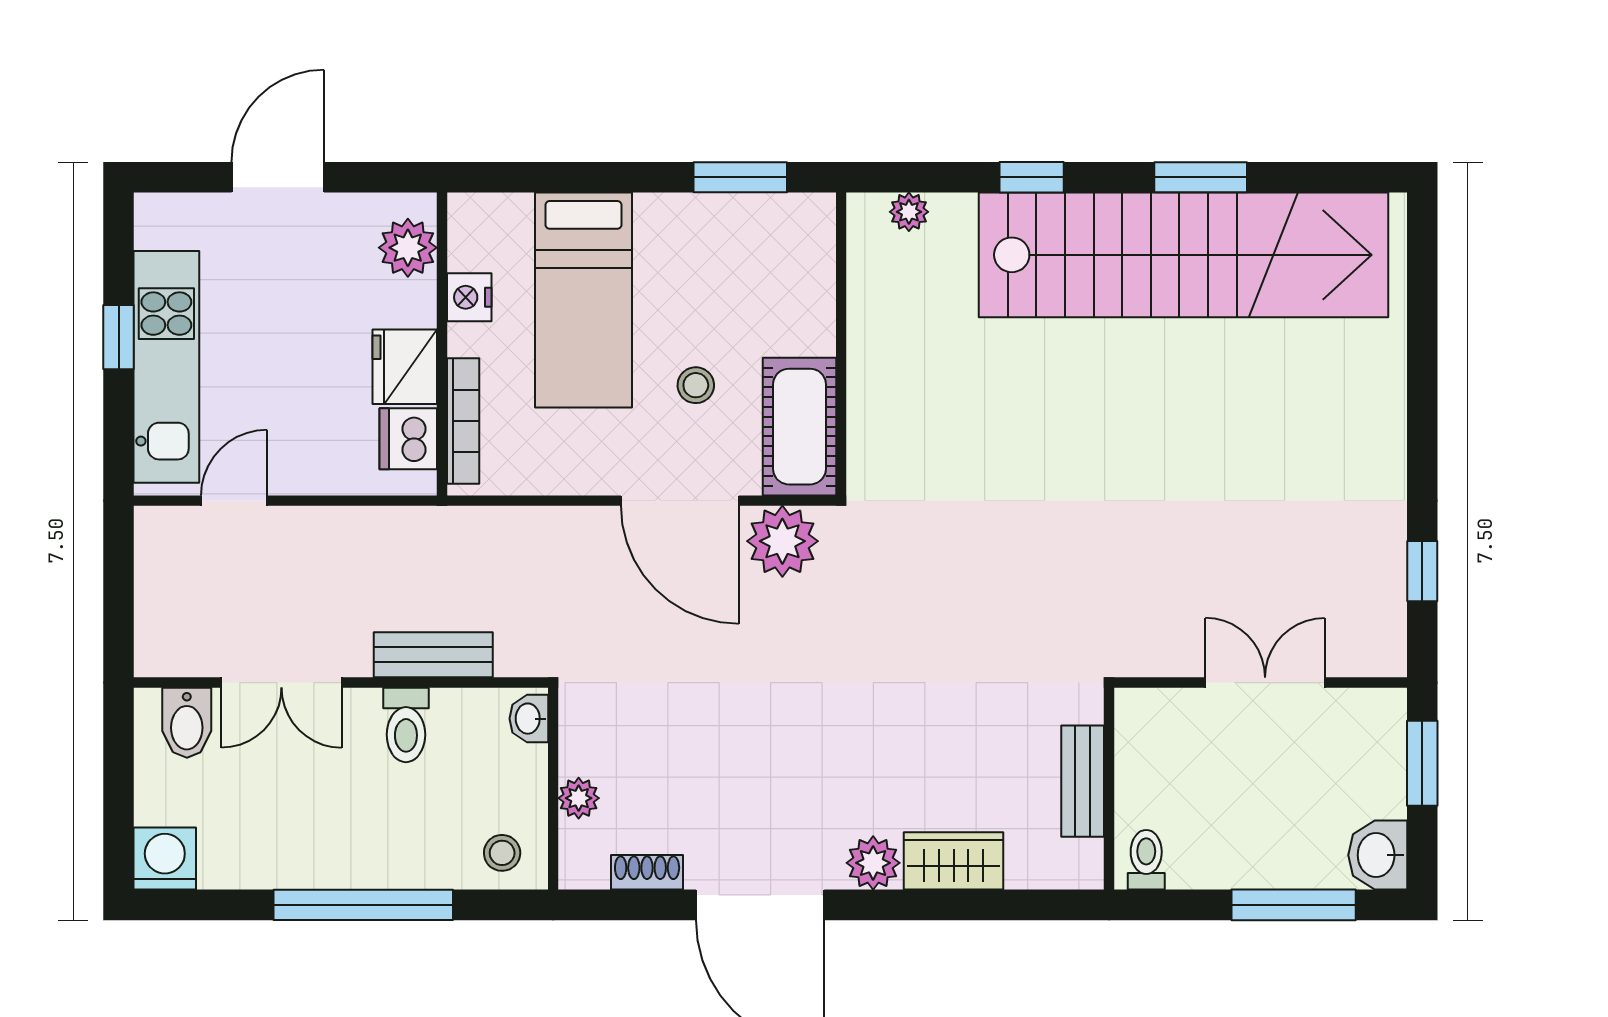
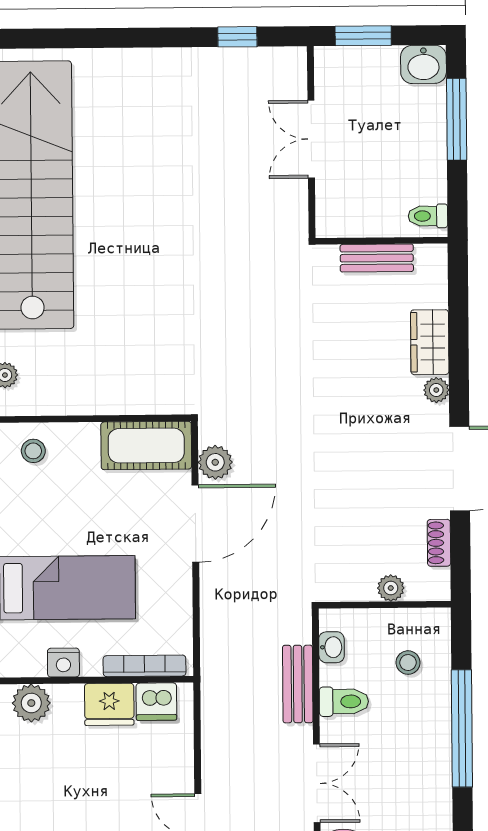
stool: (696, 385) -> (33, 451), moved
plant: (782, 541) -> (215, 462), width x0.73, depth x0.73
washbasin: (529, 719) -> (332, 647), moved, turned -90
stool: (502, 853) -> (408, 663), moved
plant: (873, 863) -> (436, 390), width x0.73, depth x0.73

